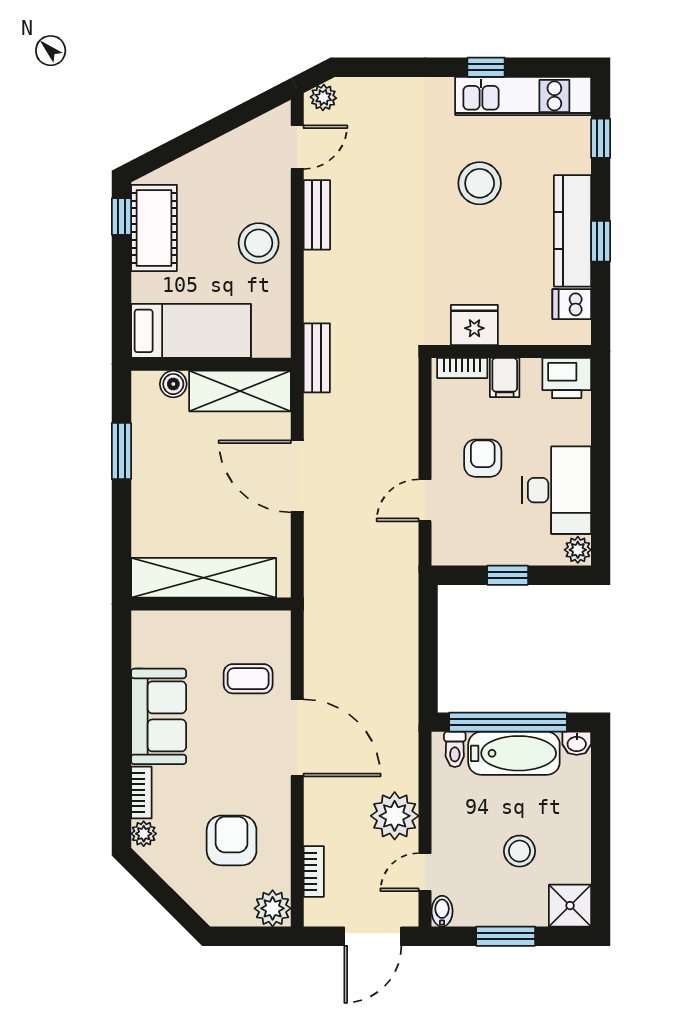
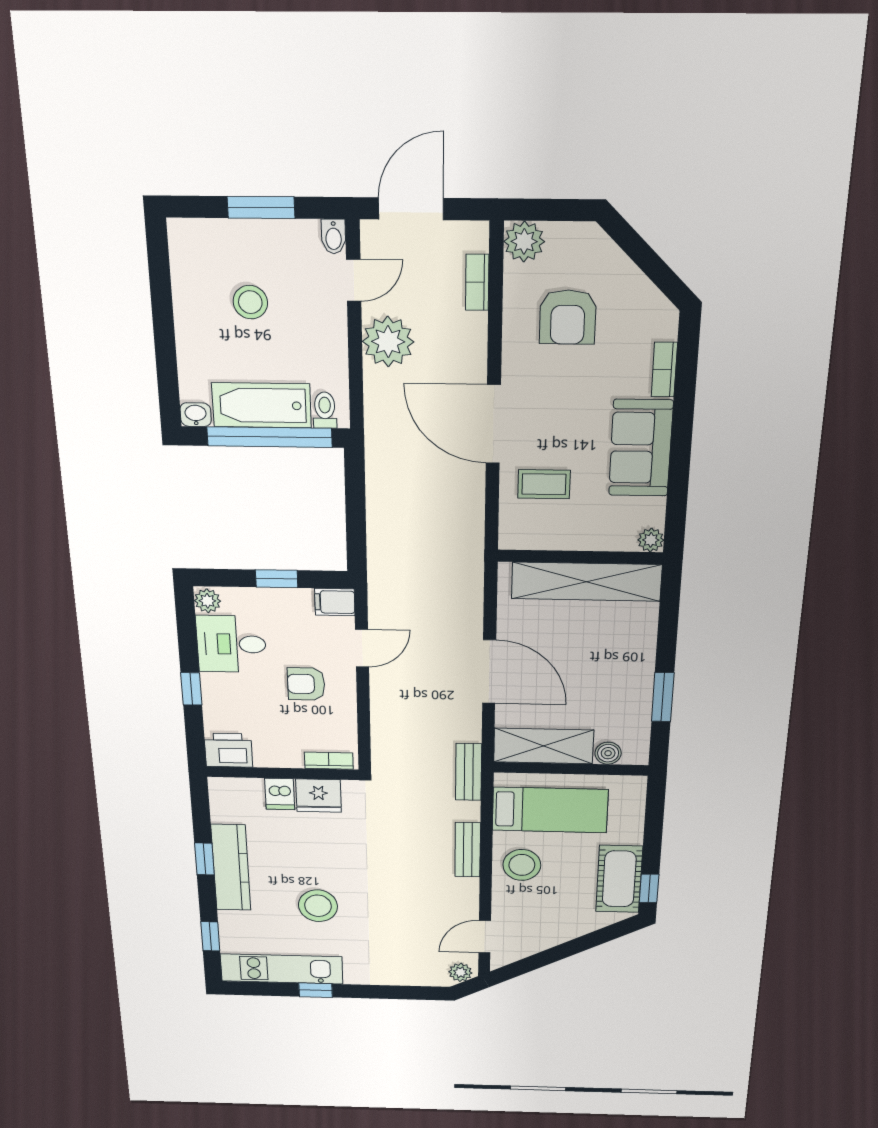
bench: (317, 215) -> (468, 850), moved
dishwasher: (572, 304) -> (280, 794), moved, turned 90
bed: (191, 331) -> (550, 810), moved, turned 180
filing cabinet: (505, 378) -> (335, 602), moved, turned -90
window: (601, 450) -> (191, 689), added
armchair: (483, 458) -> (306, 684), turned 90
desk: (557, 490) -> (231, 644), width x0.73
plant: (144, 834) -> (651, 540), moved
shower: (570, 906) -> (191, 241), removed

